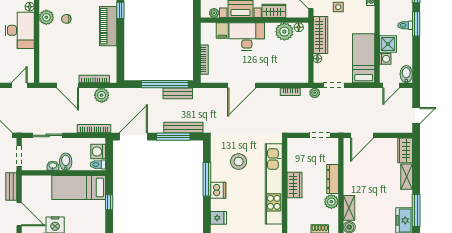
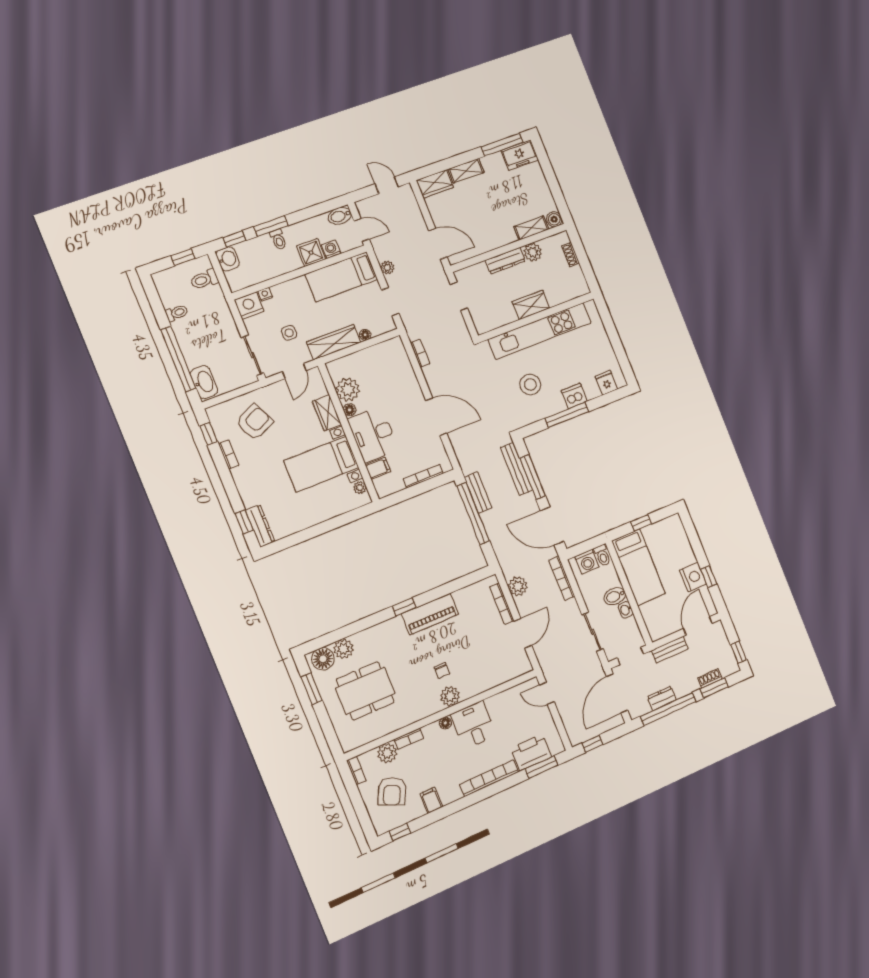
floor lamp: (299, 27) -> (350, 410), moved
desk: (20, 30) -> (474, 725), width x0.73
plant: (315, 93) -> (387, 267), moved

